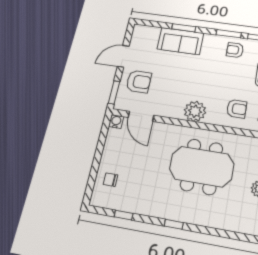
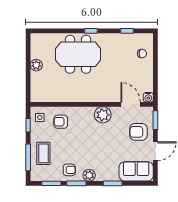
sofa: (180, 41) -> (136, 171), moved
plant: (211, 41) -> (89, 175), added
plant: (195, 111) -> (103, 115), moved
meeting table: (202, 167) -> (78, 54), moved

